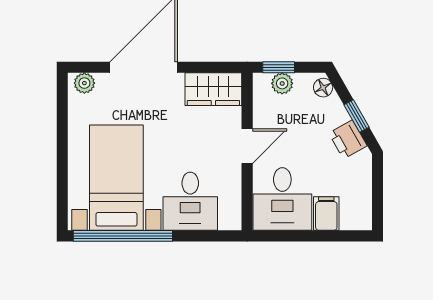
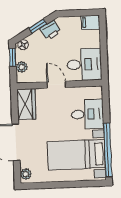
window: (279, 67) -> (13, 57), moved
filing cabinet: (326, 214) -> (90, 22), moved

